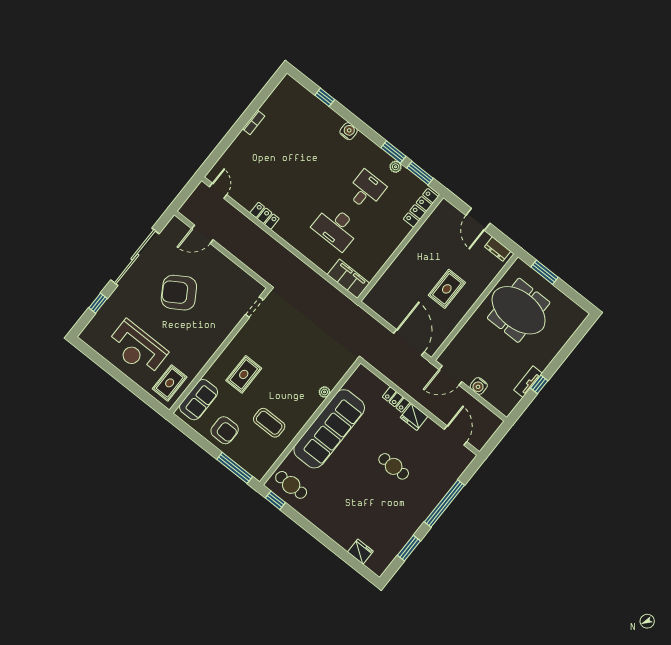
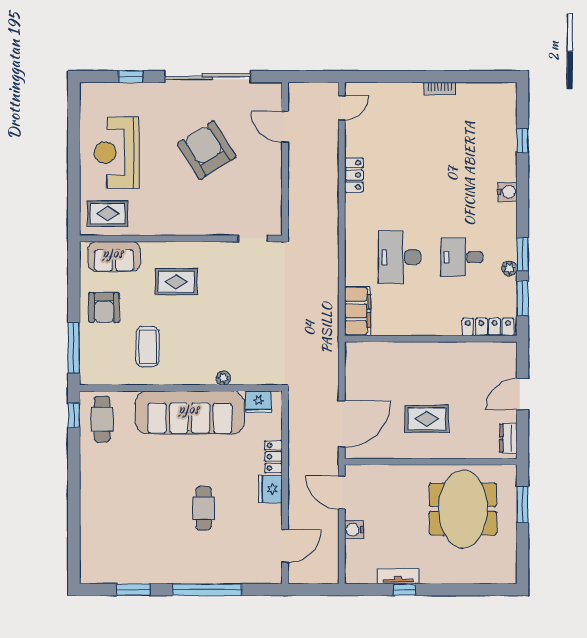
desk: (366, 190) -> (462, 257), turned 180
fridge: (360, 552) -> (259, 402), moved, turned 90

